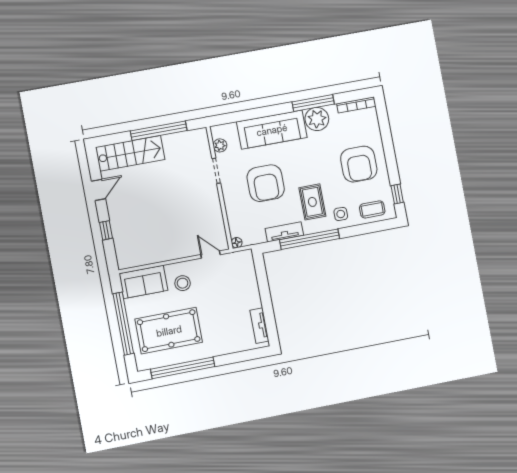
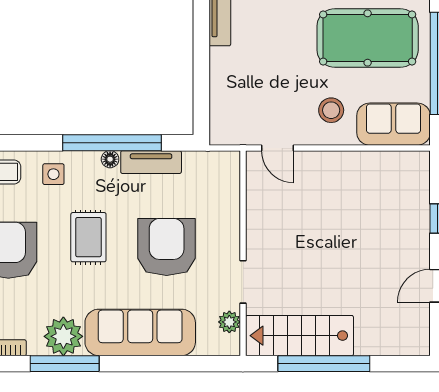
stairs: (130, 153) -> (299, 336), moved
rug: (312, 202) -> (88, 237), moved
floor lamp: (237, 243) -> (110, 159), moved

